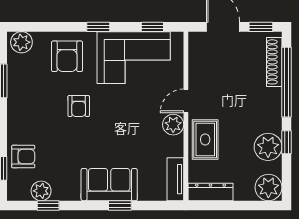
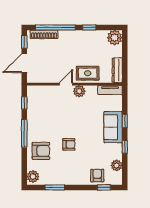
window: (98, 27) -> (24, 133), width x2.17
corner sofa: (134, 58) -> (42, 113), removed
door: (186, 101) -> (66, 84), swing flipped
plant: (268, 147) -> (92, 38), removed
window: (48, 205) -> (125, 147), moved

